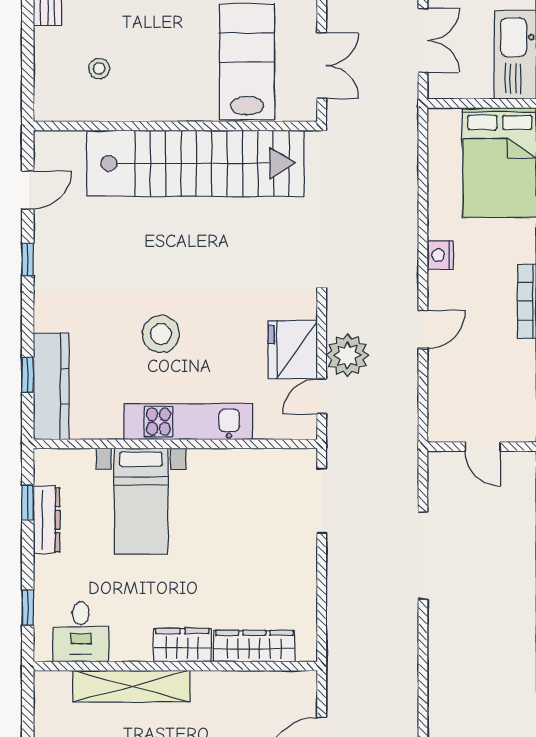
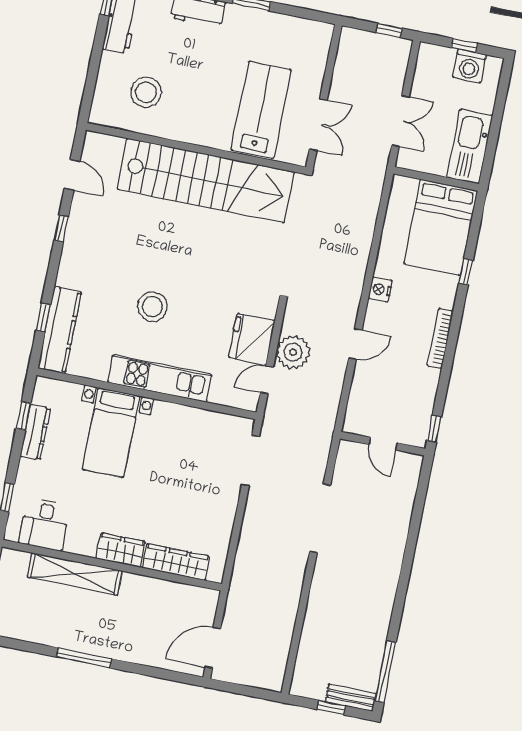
stool: (99, 69) -> (146, 92), width x1.89, depth x1.89
door: (28, 190) -> (72, 175), hinge flipped

